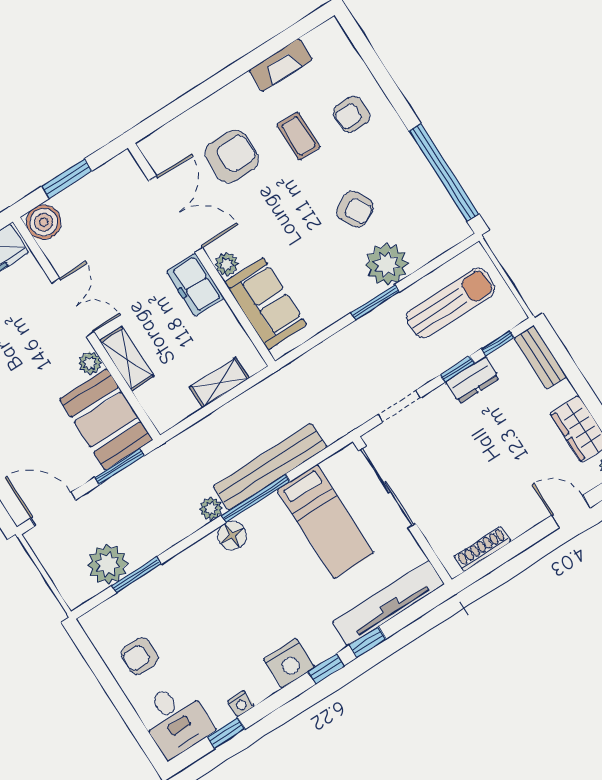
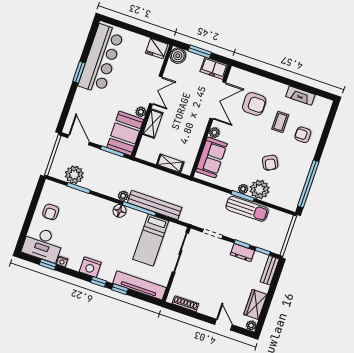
freezer: (195, 285) -> (214, 68), moved, turned -90
plant: (363, 292) -> (243, 189), added
sun lounger: (451, 303) -> (247, 209), moved
armchair: (140, 656) -> (51, 212), turned -90
desk: (175, 720) -> (43, 244), width x1.37

